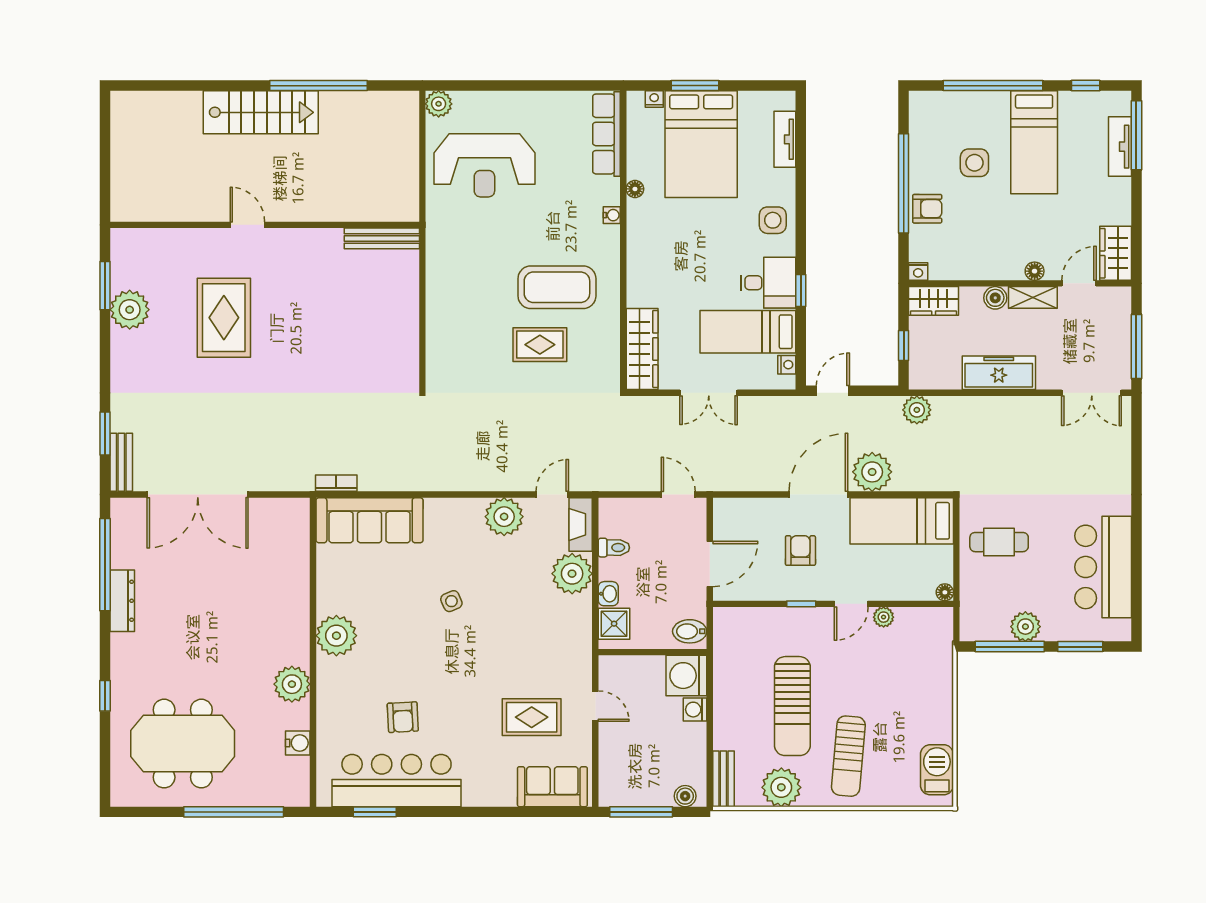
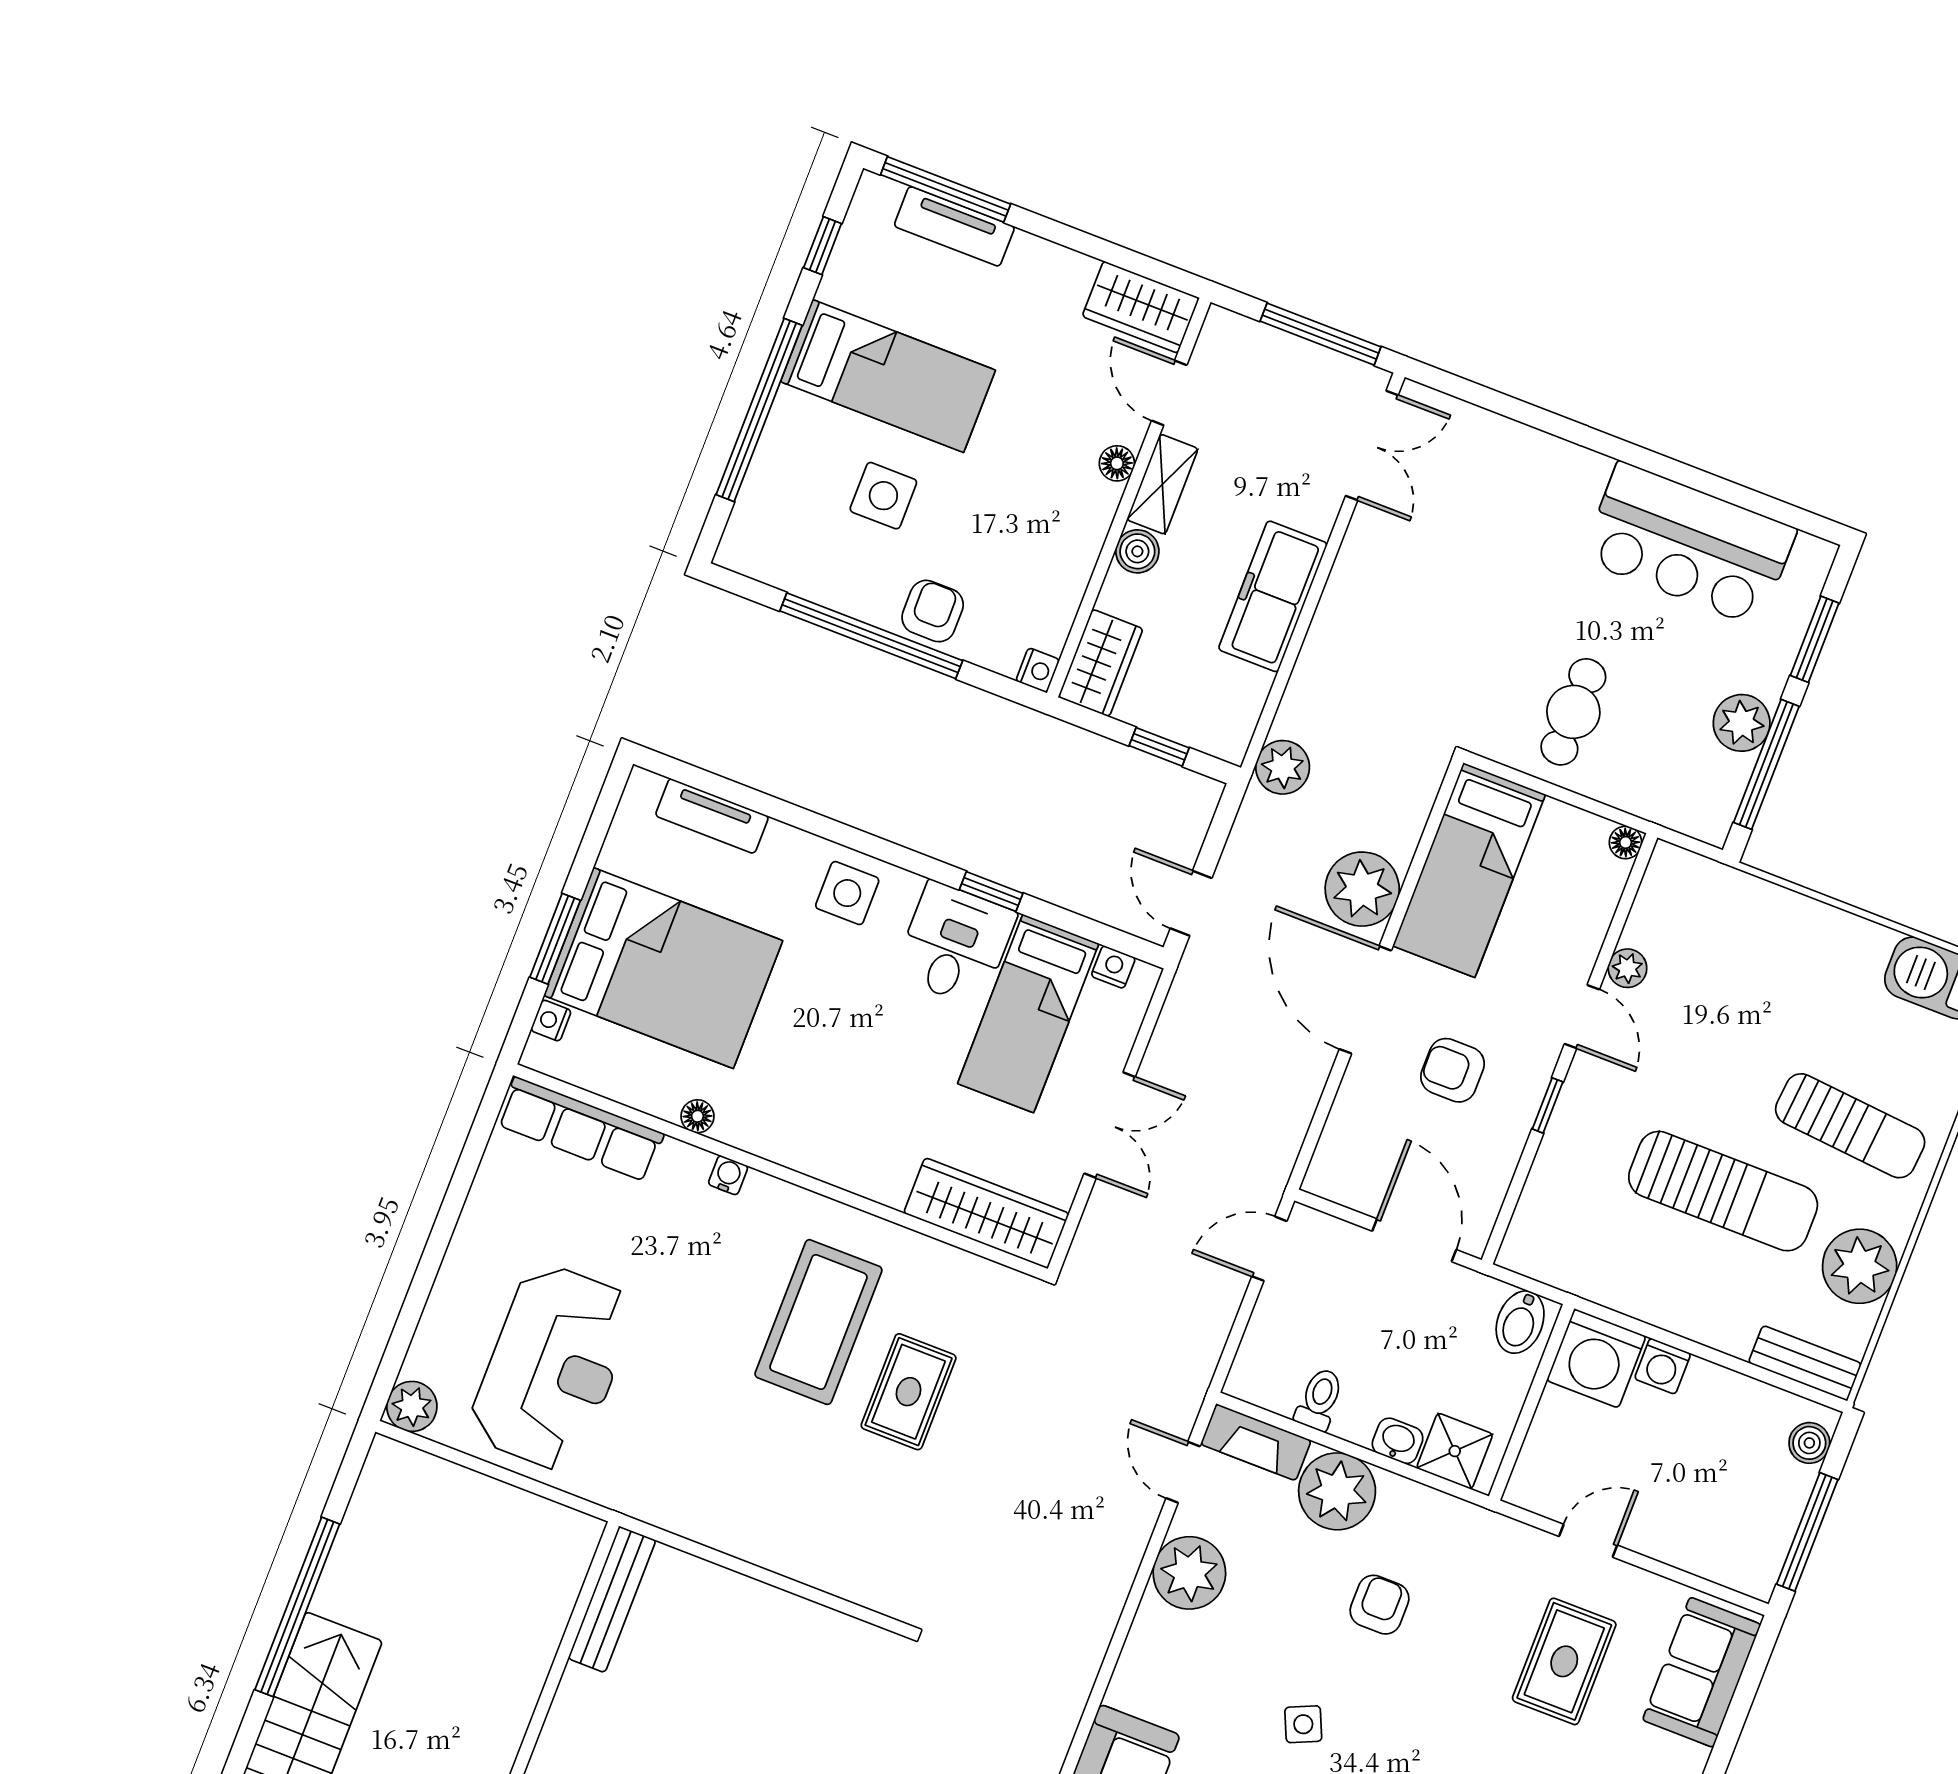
armchair: (524, 616) -> (1379, 1605), added

